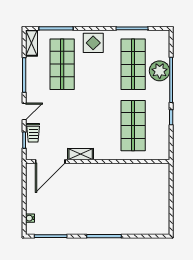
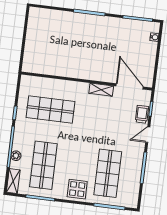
shelving: (32, 43) -> (13, 181), moved
plant: (160, 71) -> (16, 156), width x0.53, depth x0.53
shop shelf: (133, 126) -> (50, 110), turned 90
door: (50, 161) -> (130, 86), hinge flipped

